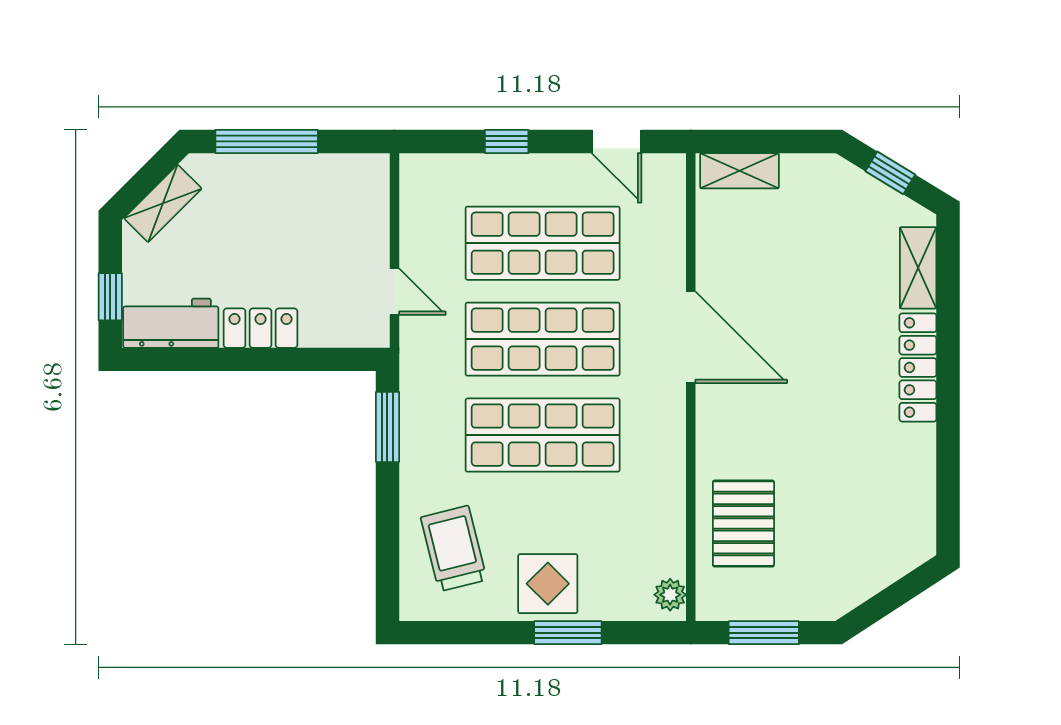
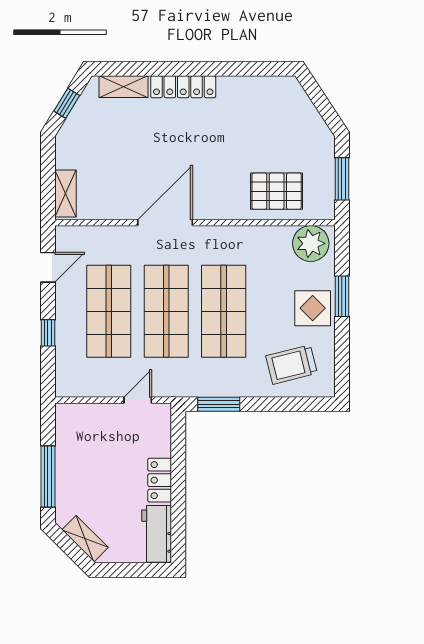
window: (110, 297) -> (141, 570), removed
plant: (670, 595) -> (311, 243), width x1.87, depth x1.87

